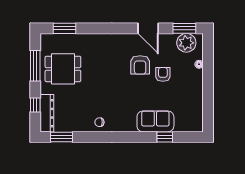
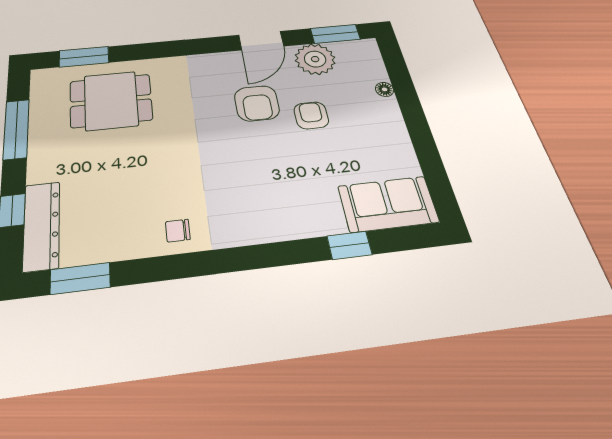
door: (148, 28) -> (261, 41), hinge flipped
plant: (186, 43) -> (315, 59), moved
dining table: (63, 69) -> (111, 101), moved
sofa: (155, 121) -> (388, 204), moved

